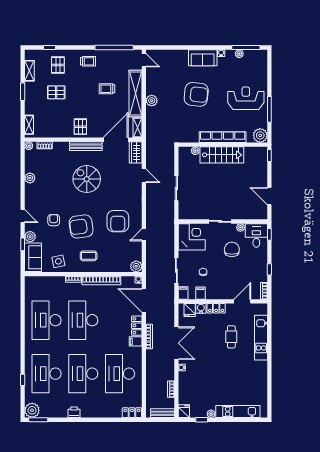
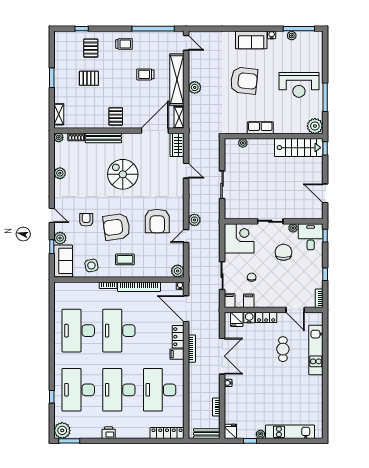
shelving: (29, 71) -> (59, 54), removed
reception desk: (246, 98) -> (299, 85), turned 180
row of seats: (223, 137) -> (260, 128), width x0.50
bench: (86, 146) -> (103, 138), moved
stairs: (222, 155) -> (299, 148), moved
plant: (151, 220) -> (194, 220), added
door: (242, 301) -> (295, 310), swing flipped
locker: (132, 413) -> (167, 433), width x1.53

